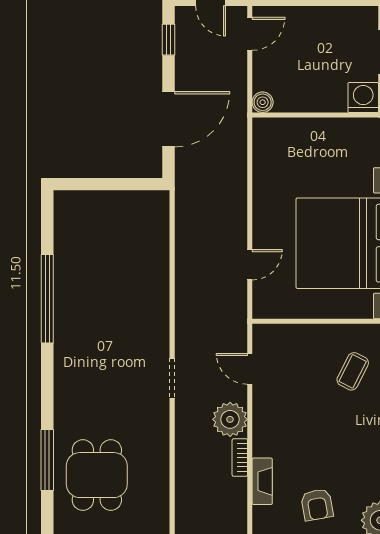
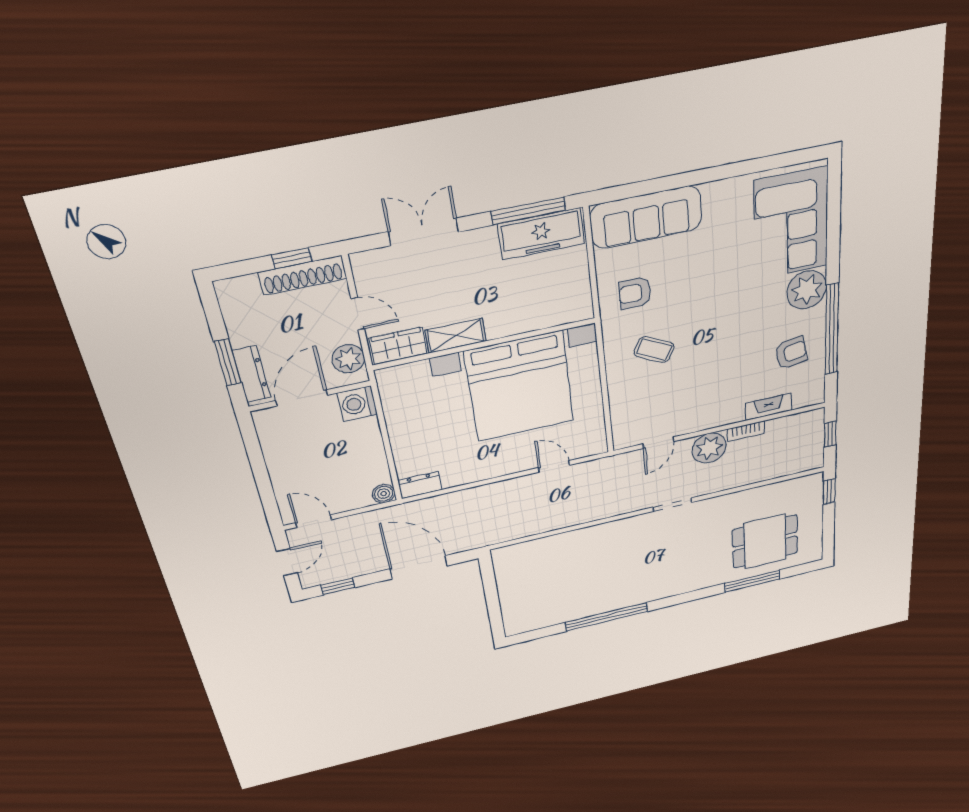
dresser: (263, 137) -> (420, 485), added

